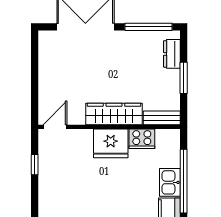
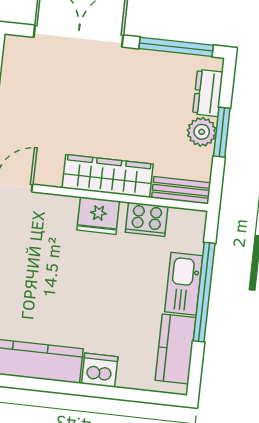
plant: (171, 79) -> (202, 132), added
fridge: (111, 143) -> (98, 216), width x0.73, depth x0.75
kitchen sink: (170, 182) -> (184, 284), width x1.38

